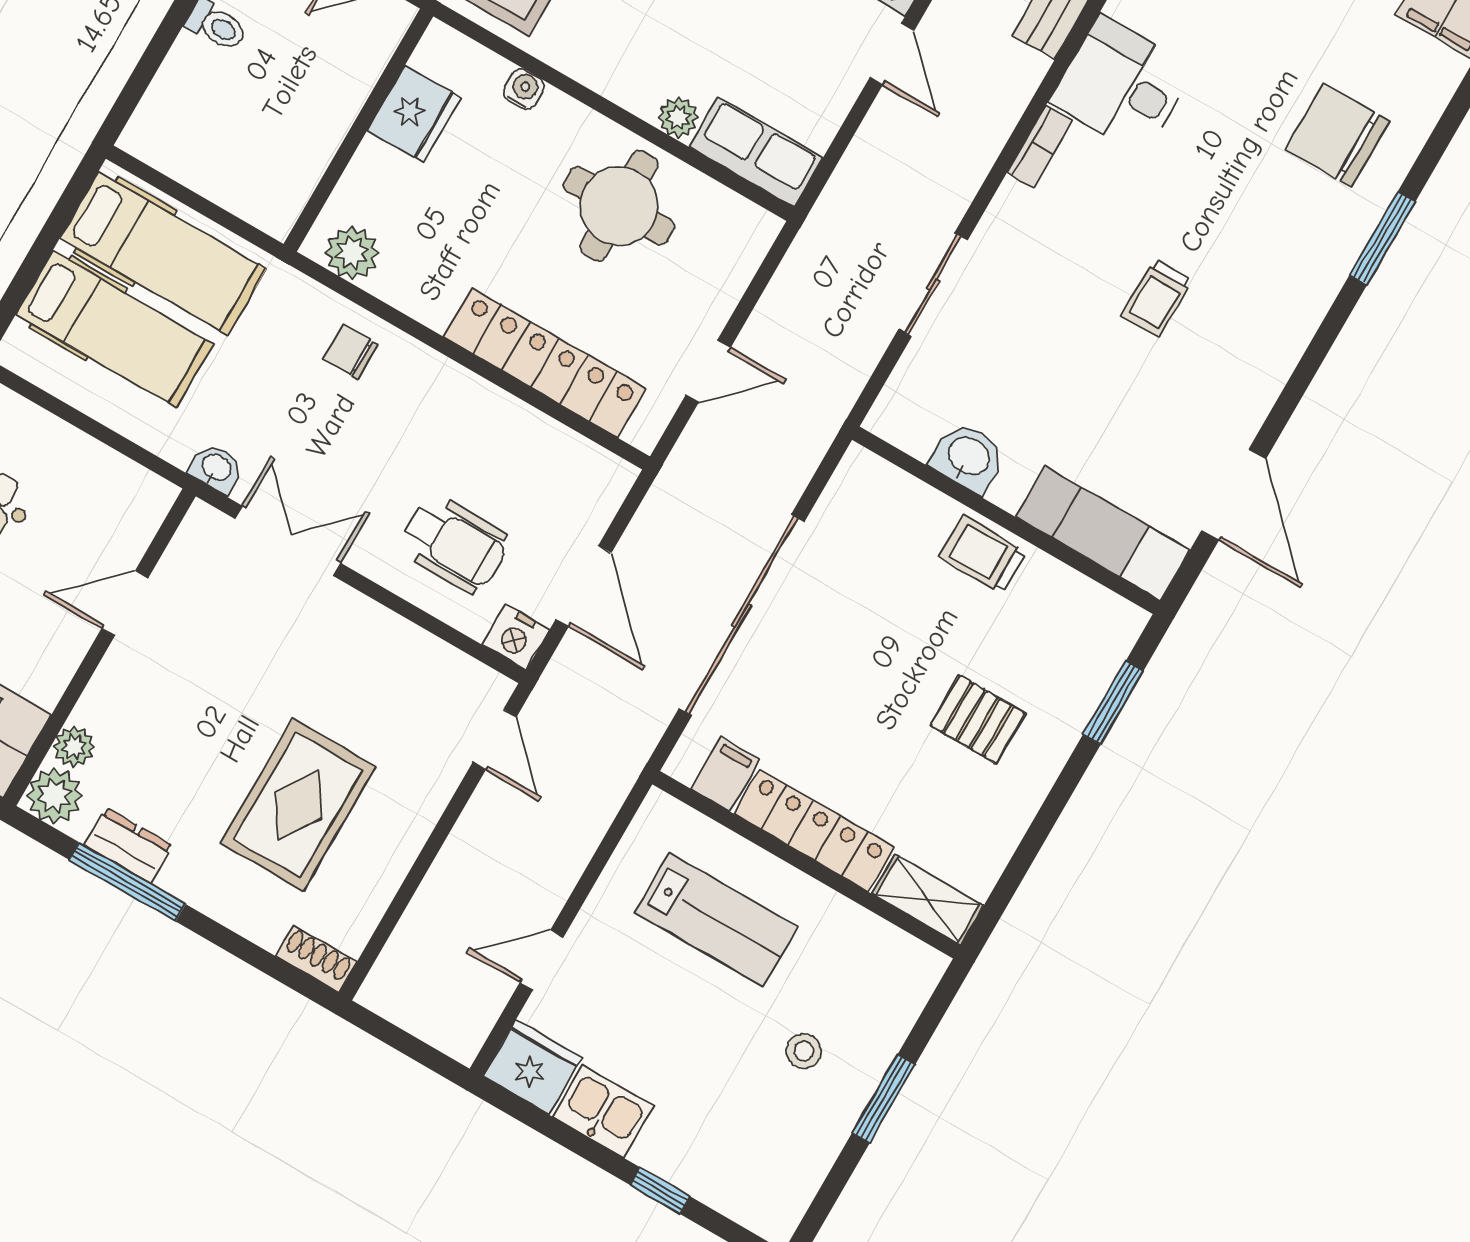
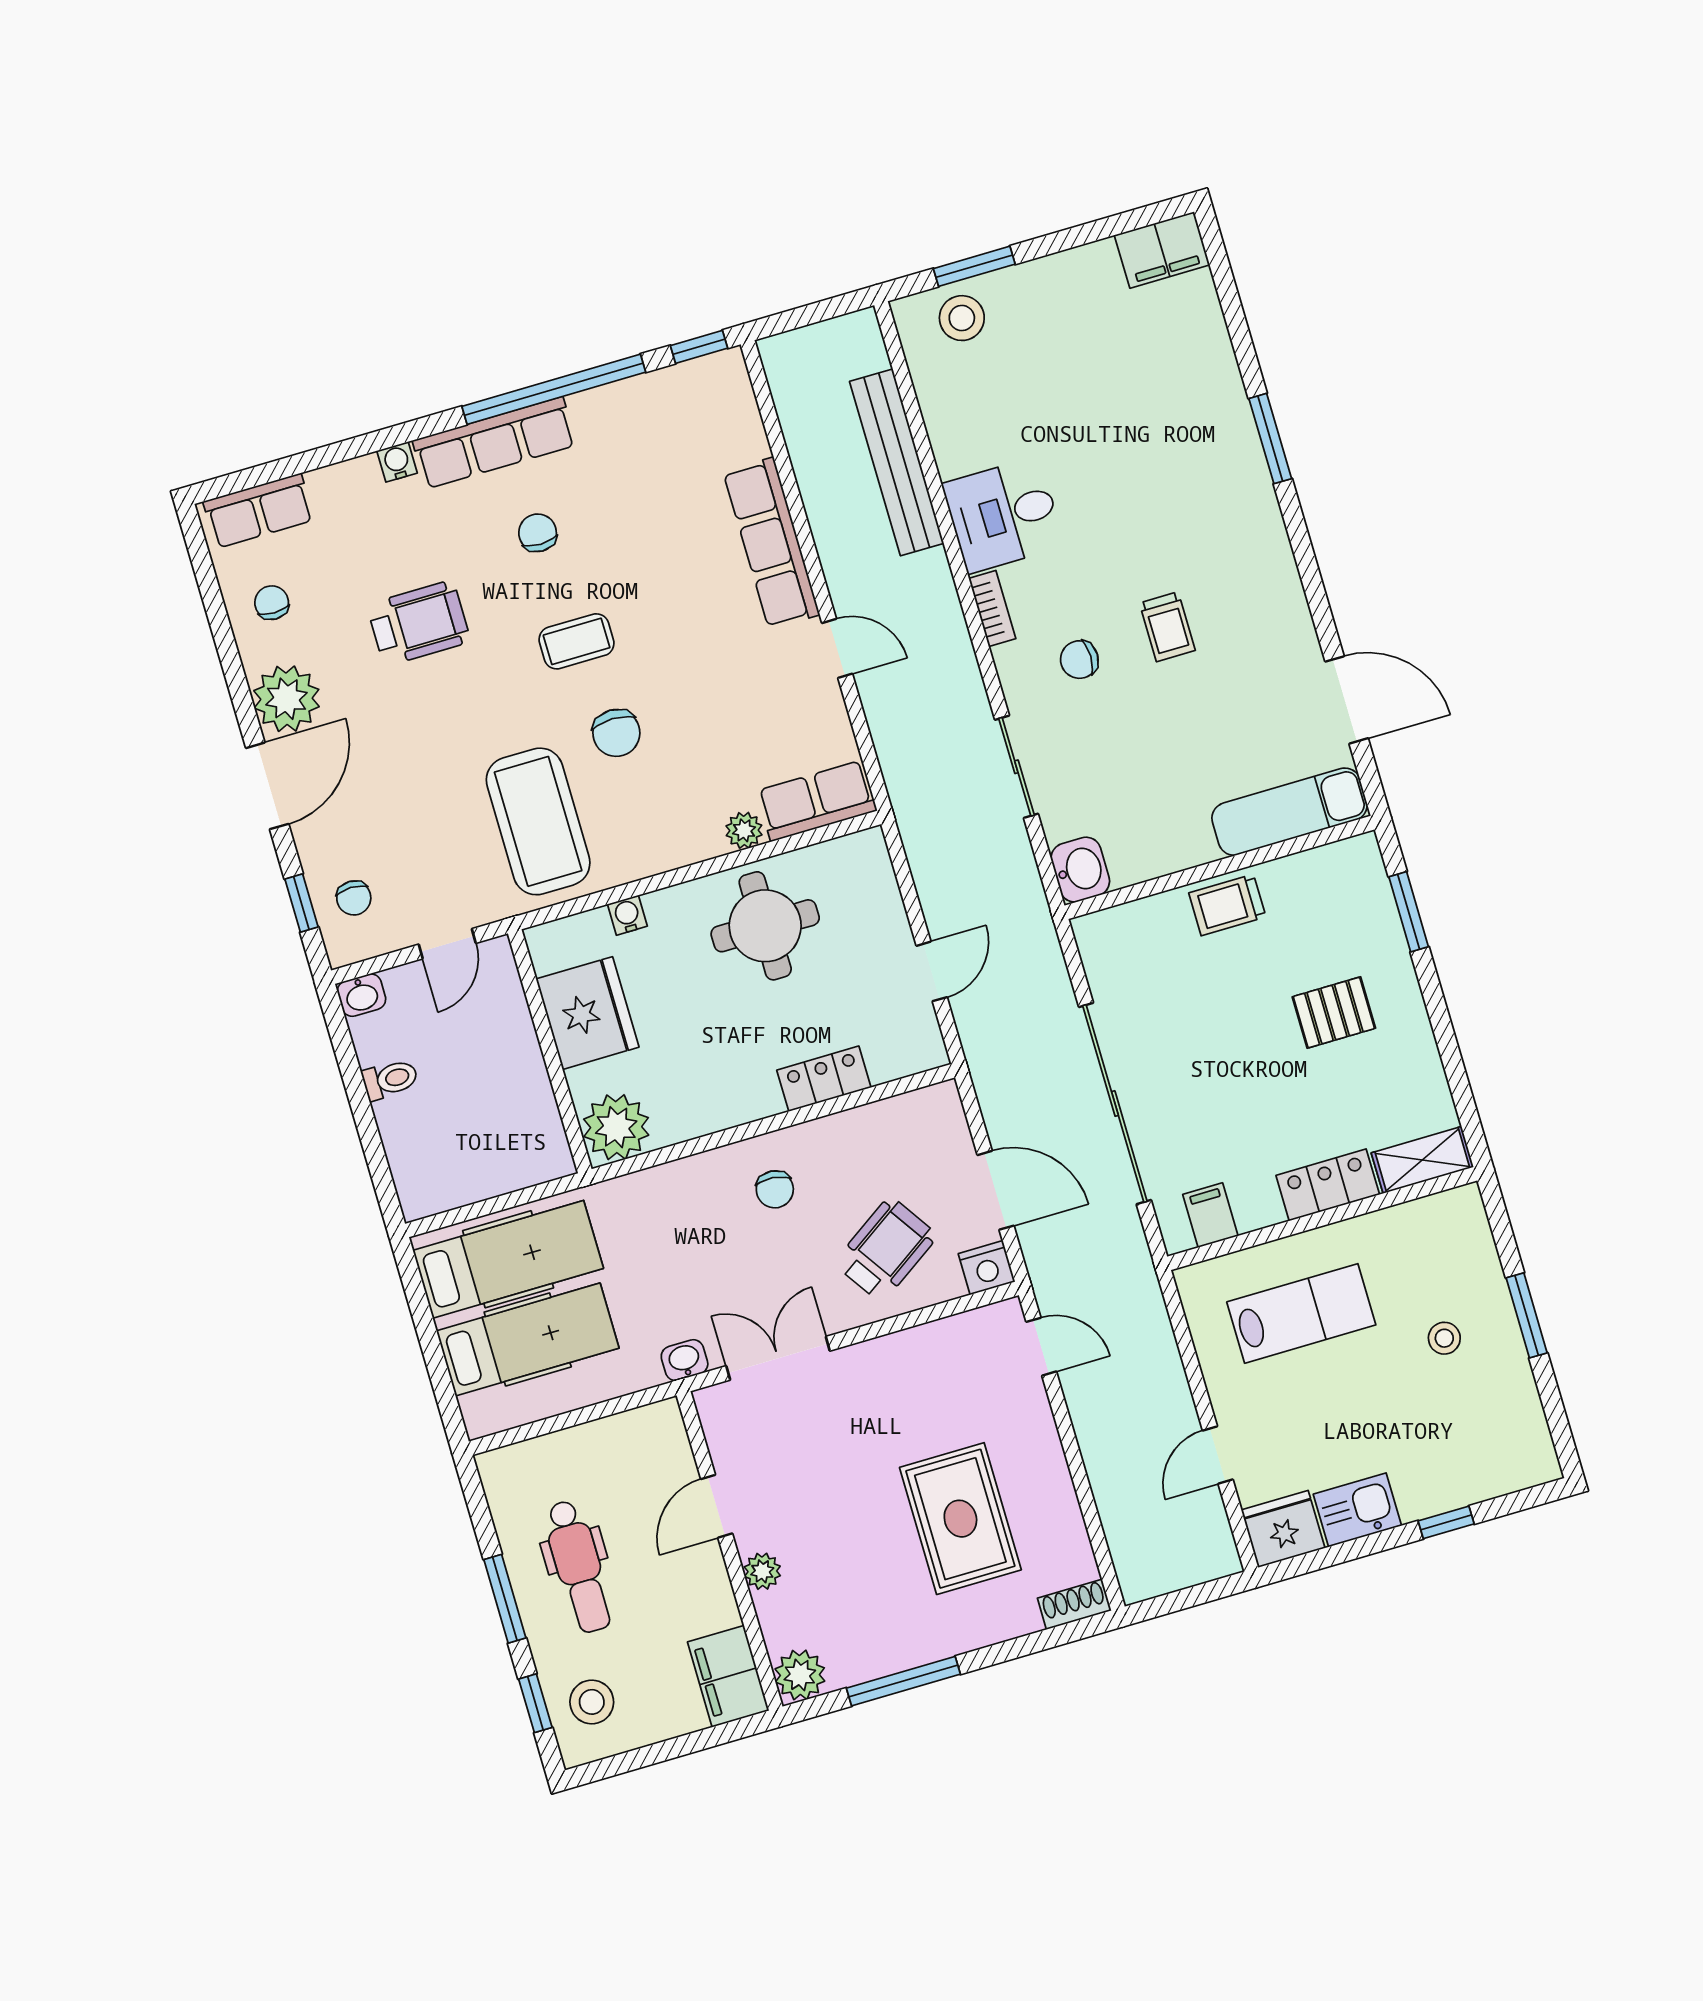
fridge: (414, 114) -> (587, 1013), width x1.36, depth x1.34
chair: (1338, 135) -> (1079, 660), moved, width x0.54, depth x0.54
plant: (352, 253) -> (616, 1127), width x1.36, depth x1.36
chair: (351, 352) -> (775, 1189), moved, turned -85
locker: (545, 363) -> (824, 1079), width x0.46, depth x0.83
washbasin: (968, 457) -> (1080, 870), moved, turned 90
wheelchair: (454, 544) -> (886, 1249), turned -34
plant: (74, 747) -> (762, 1571), moved
locker: (814, 830) -> (1328, 1185), width x0.66
dresser: (128, 846) -> (880, 1657), removed

